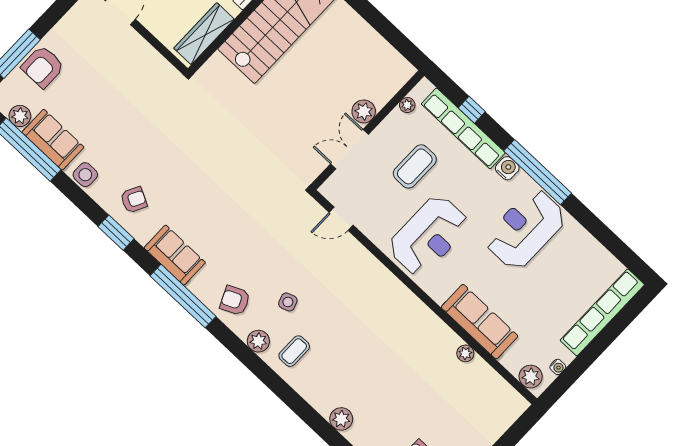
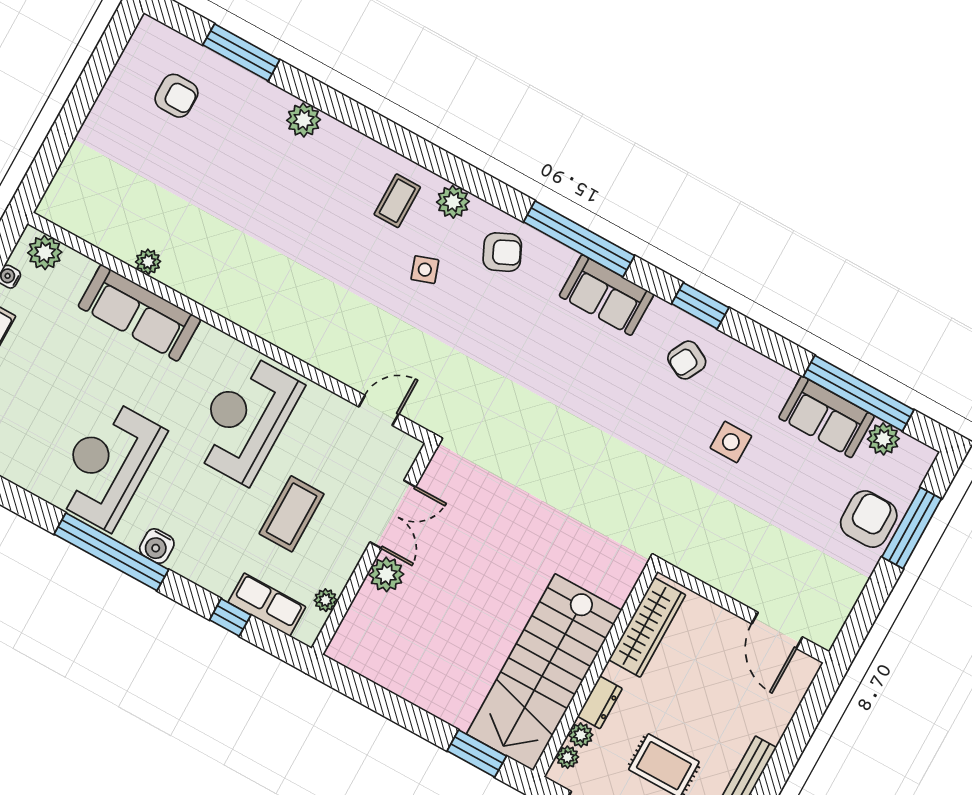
row of seats: (463, 128) -> (267, 605), width x0.50
side table: (85, 175) -> (731, 442), moved
reception desk: (525, 229) -> (108, 465), turned 180

